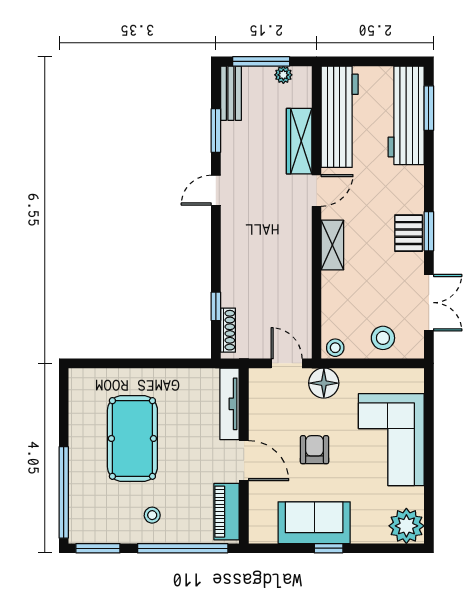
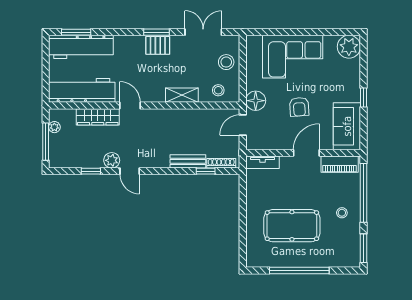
bench: (231, 93) -> (188, 161), moved
window: (216, 131) -> (91, 171), width x0.67
plant: (233, 163) -> (112, 160), added
shelving: (332, 245) -> (182, 95), moved
stool: (335, 348) -> (218, 90), moved
tv unit: (230, 404) -> (262, 162), width x0.71
armchair: (315, 450) -> (299, 107), turned -94
window: (64, 492) -> (299, 271), moved
sofa: (314, 523) -> (347, 126), moved

